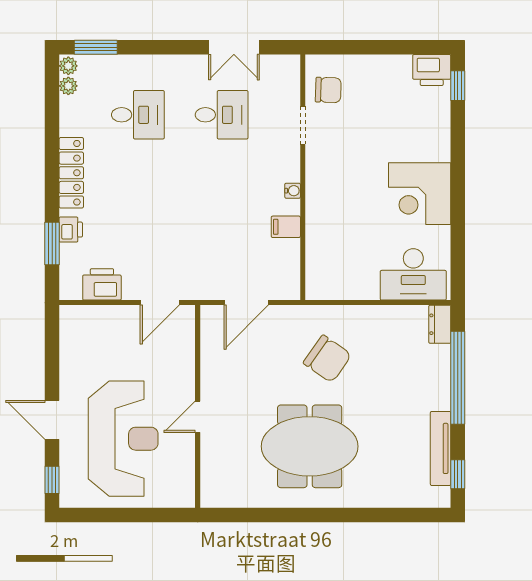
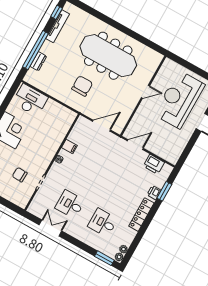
chair: (328, 90) -> (20, 175), moved
dresser: (440, 324) -> (38, 61), moved
chair: (327, 359) -> (82, 86), turned 55
meeting table: (310, 446) -> (108, 56), width x1.36

